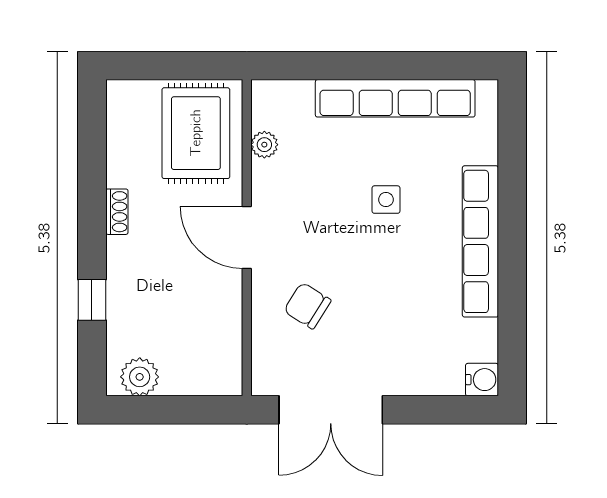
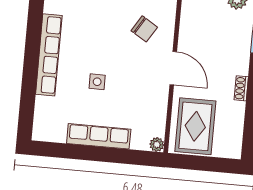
row of seats: (395, 98) -> (99, 136), width x0.73
plant: (264, 145) -> (157, 145), moved

